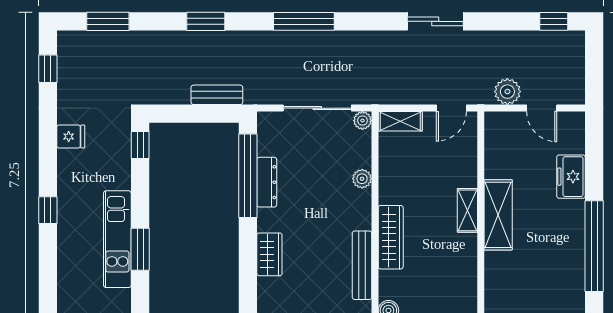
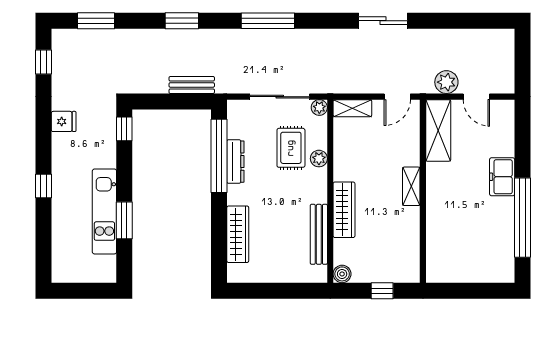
window: (554, 21) -> (487, 21), removed
rug: (330, 167) -> (291, 148), added
freezer: (571, 177) -> (502, 177), moved
shelving: (498, 215) -> (438, 130), moved
wardrobe: (269, 254) -> (238, 234), width x1.50

